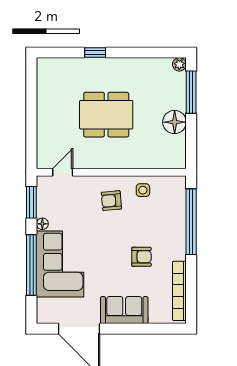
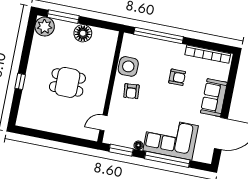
plant: (179, 64) -> (45, 27), width x1.88, depth x1.88
dining table: (106, 115) -> (67, 82), width x0.73
door: (63, 172) -> (103, 123), hinge flipped
side table: (143, 190) -> (128, 66), width x1.87, depth x1.87
armchair: (141, 257) -> (177, 77), turned 90

